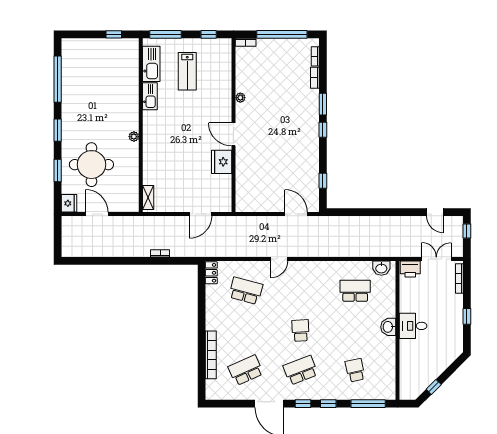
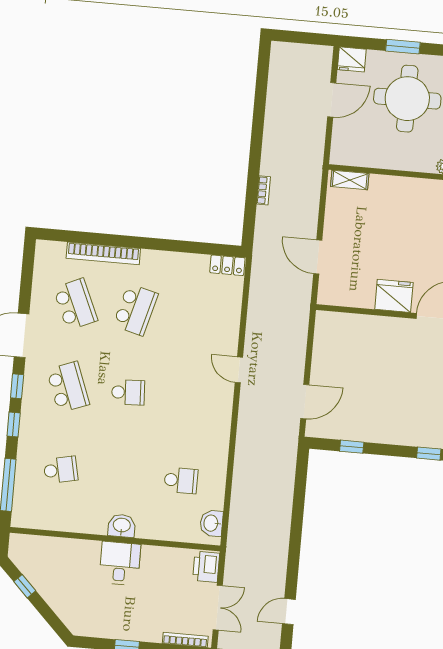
school desk: (246, 291) -> (136, 310), moved
school desk: (355, 291) -> (181, 480), width x0.54

